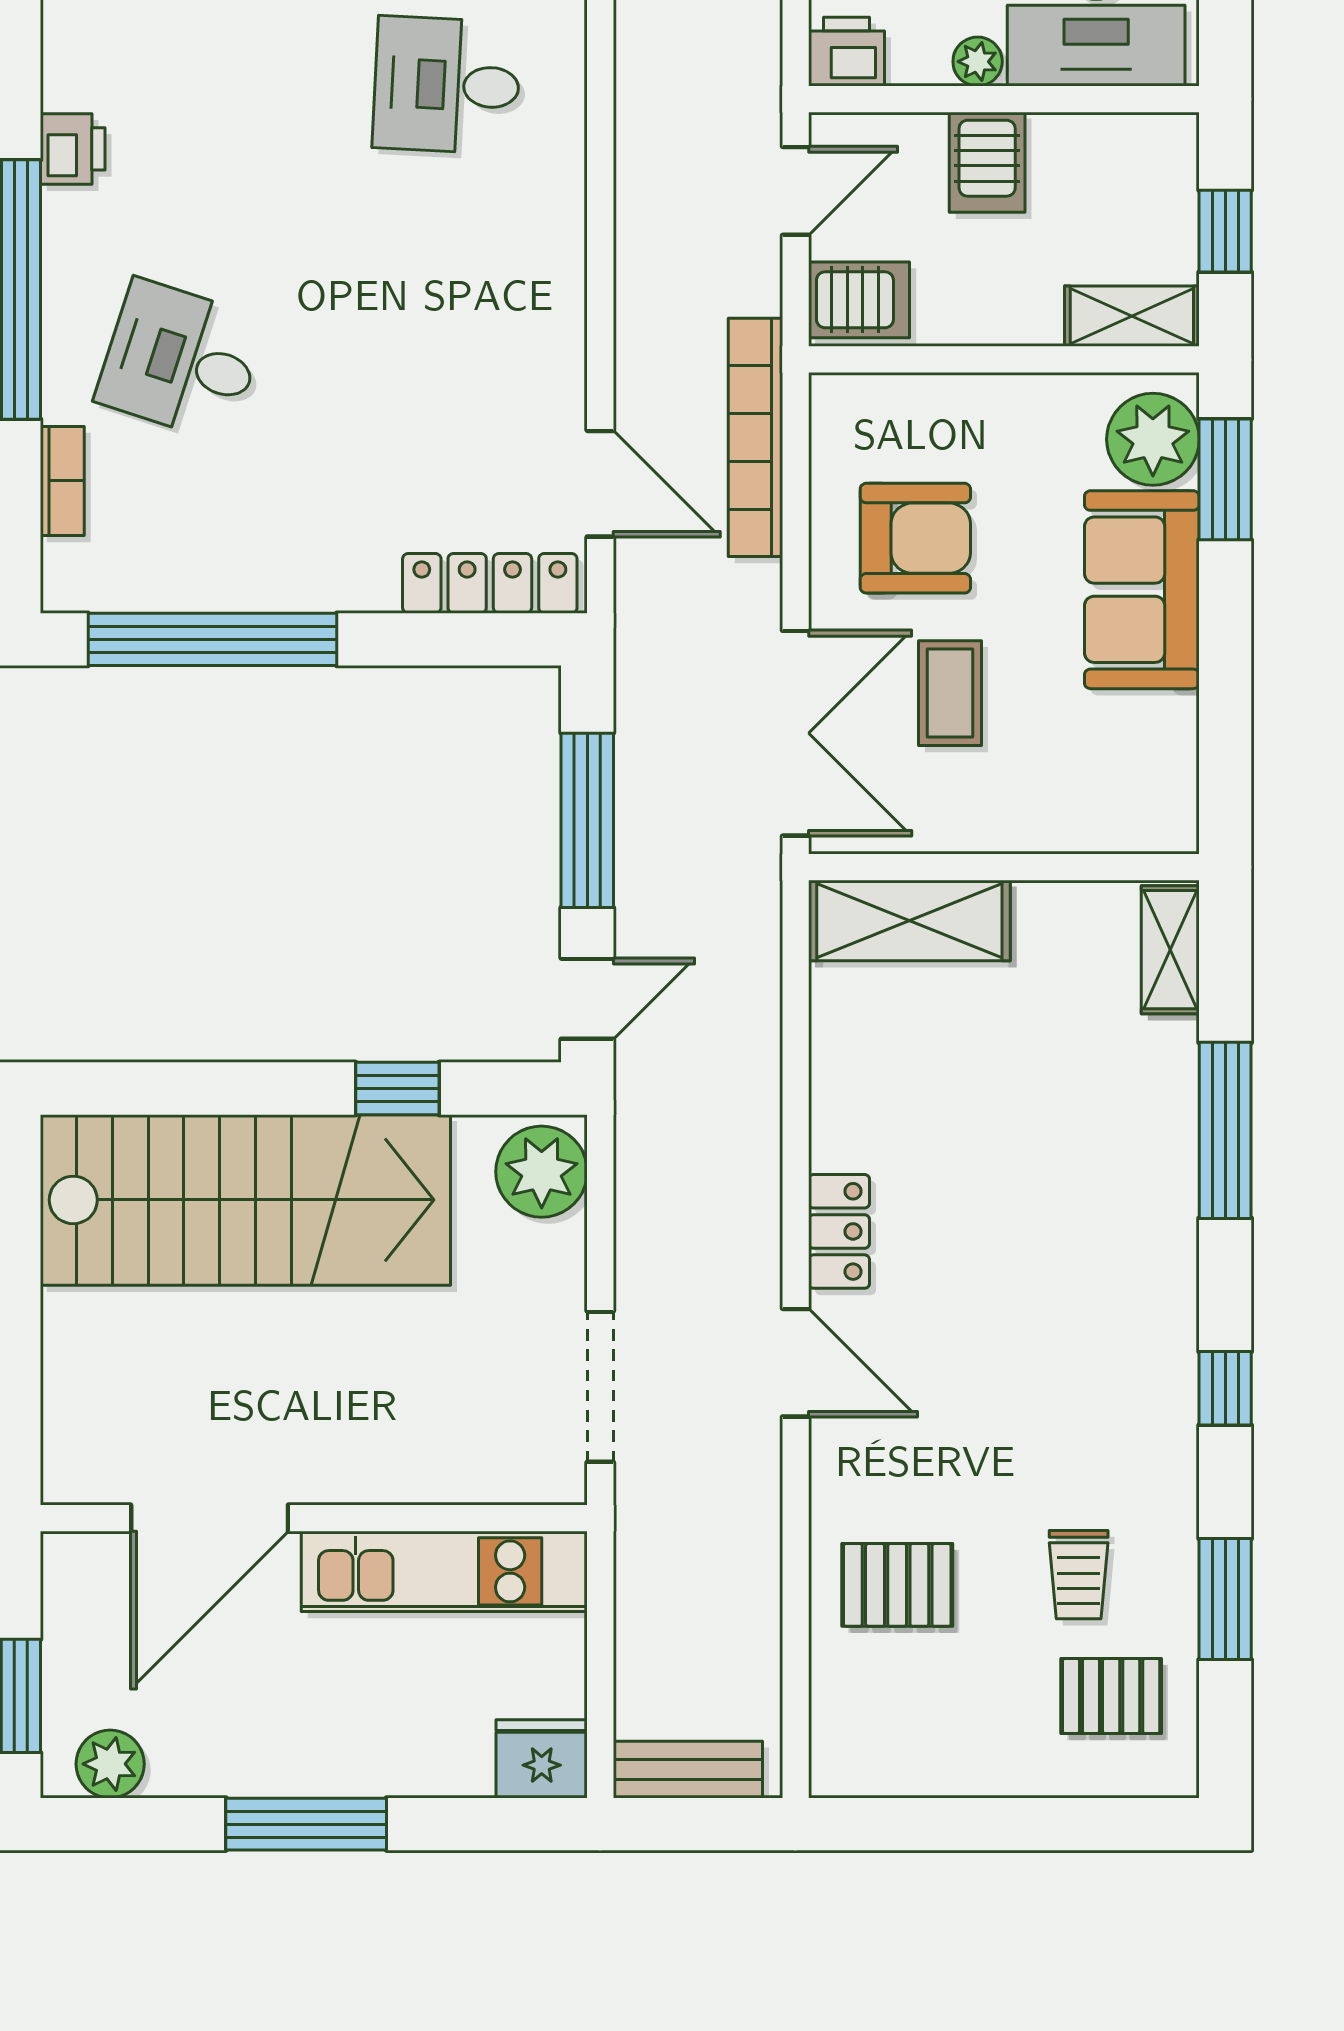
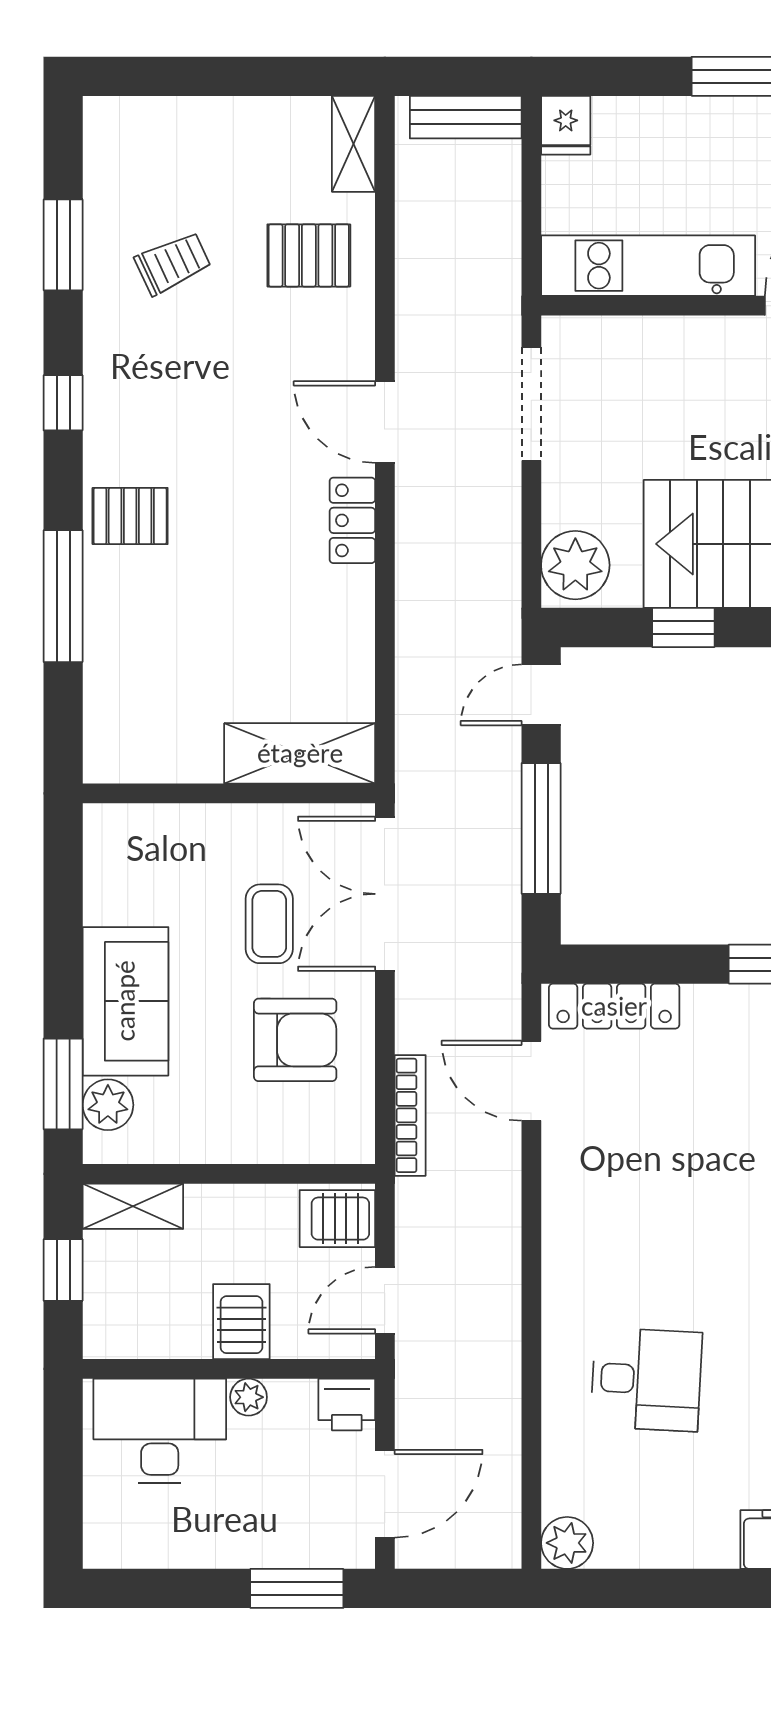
bookcase: (755, 437) -> (410, 1115), width x0.68, depth x0.76
plant: (1153, 439) -> (108, 1105), width x0.73, depth x0.73
armchair: (915, 538) -> (295, 1040), turned 180
shelving: (1170, 950) -> (354, 144), moved
trolley: (1079, 1575) -> (173, 263), turned 65
pallet: (1111, 1696) -> (130, 516), moved
fridge: (542, 1759) -> (566, 125), width x0.72

